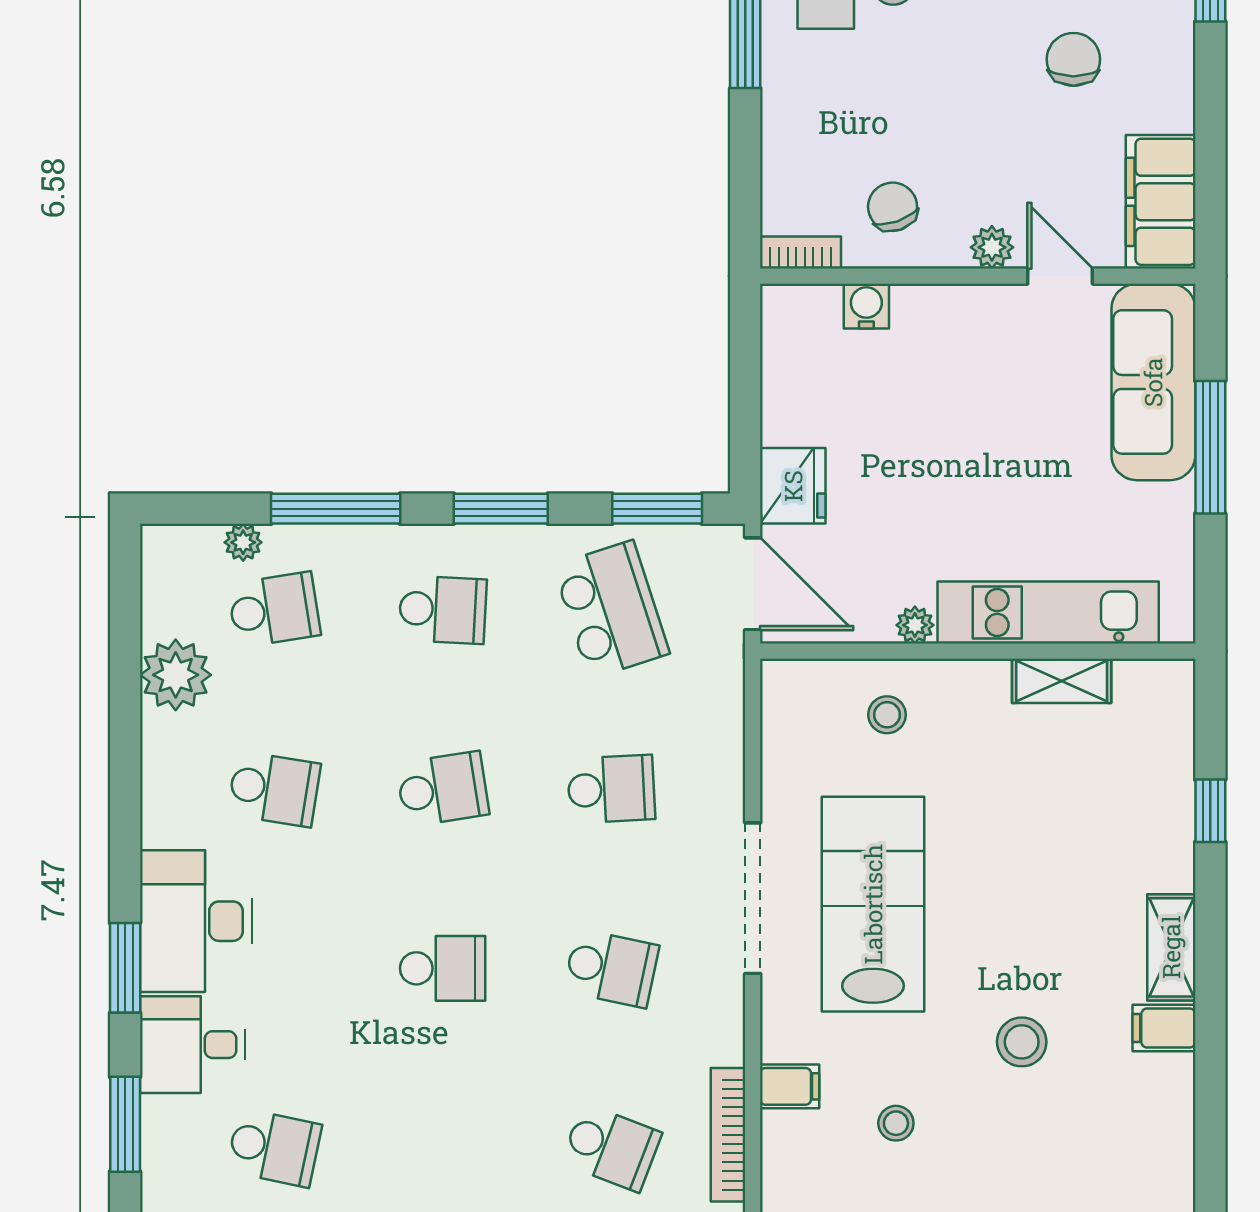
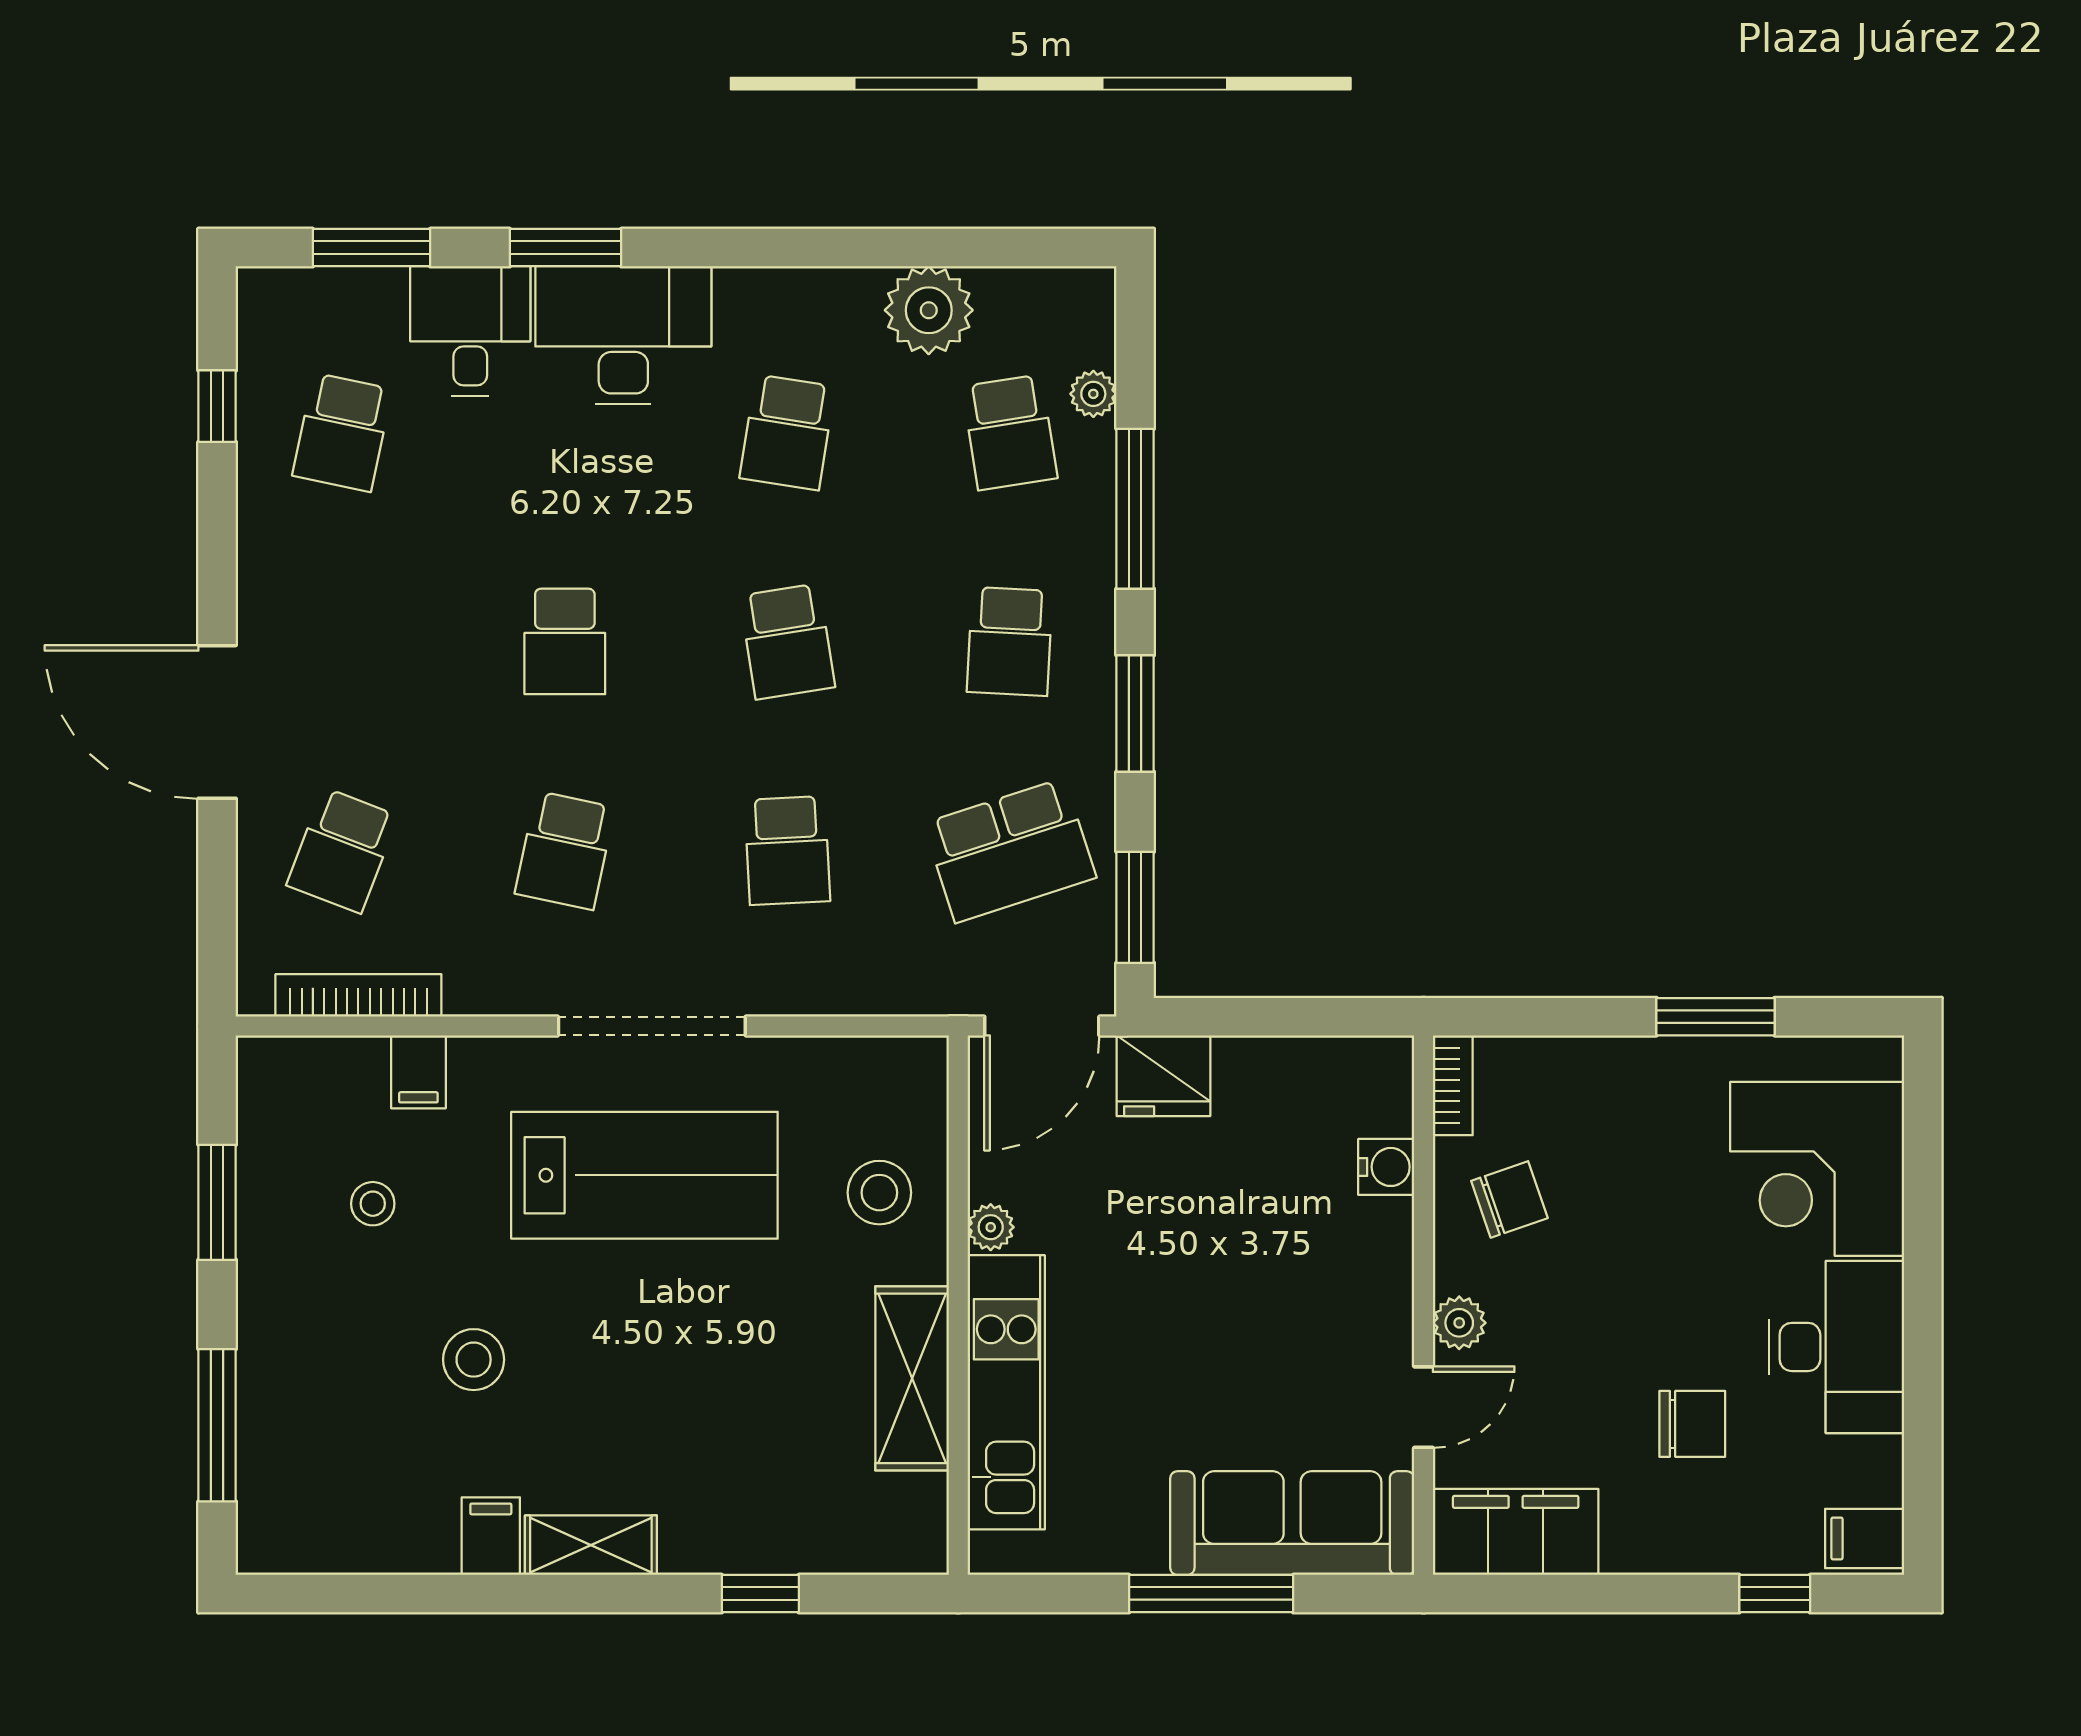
shelving: (1062, 681) -> (912, 1378), width x1.50, depth x1.33
stool: (887, 715) -> (879, 1193), width x1.37, depth x1.37

